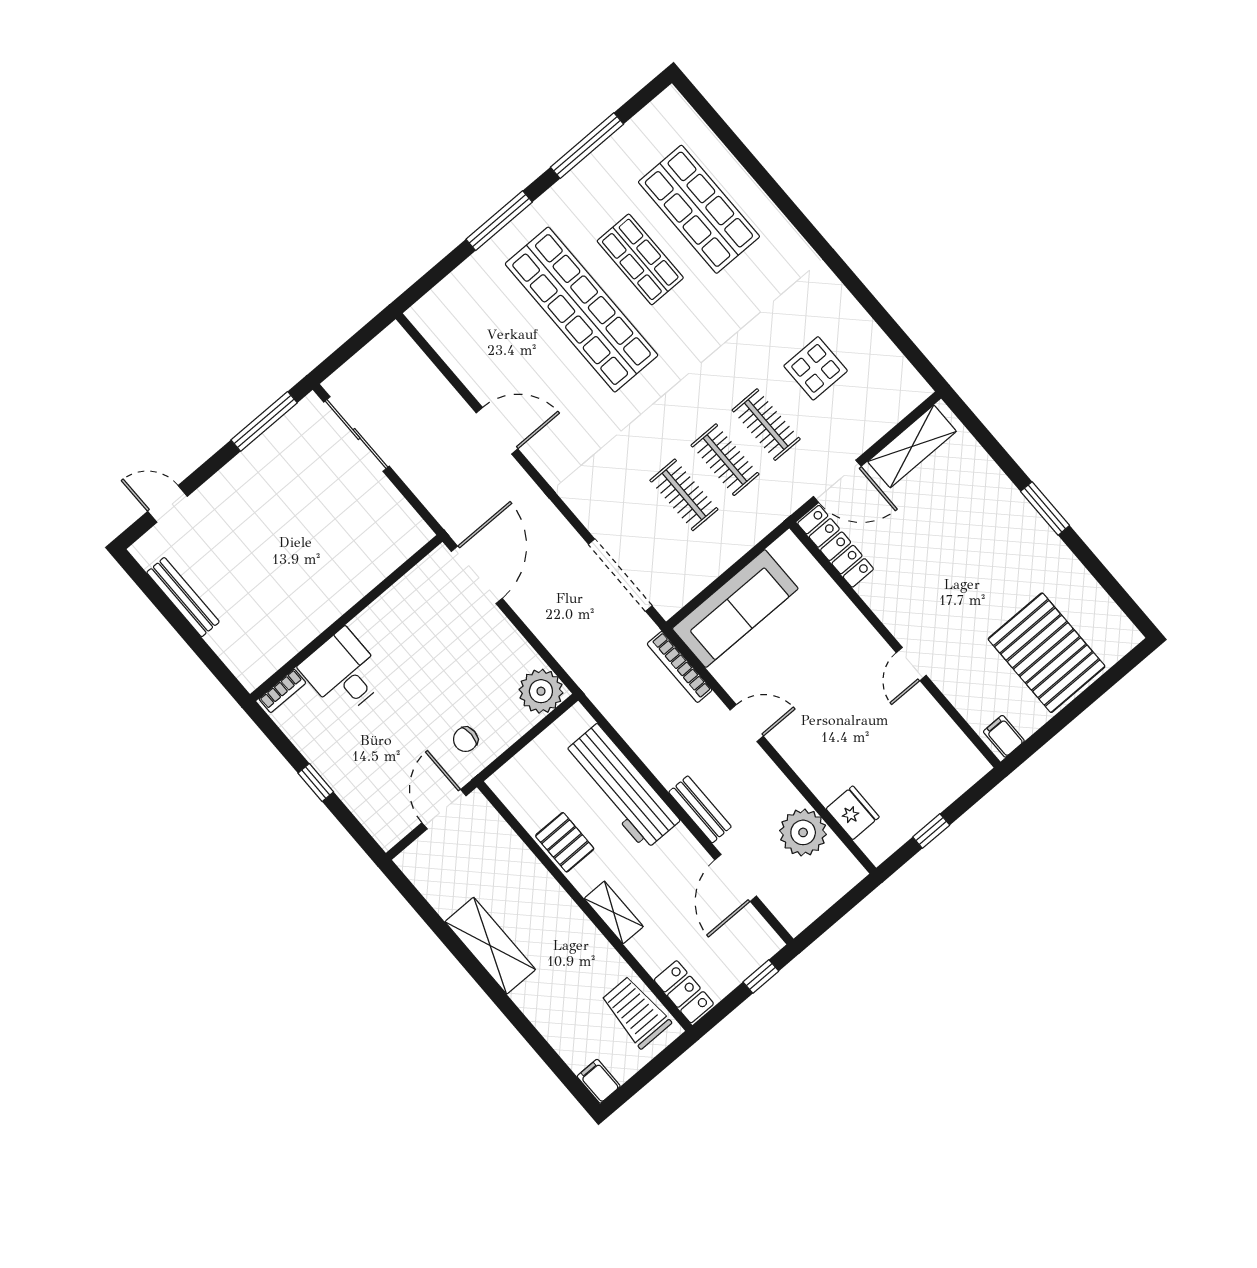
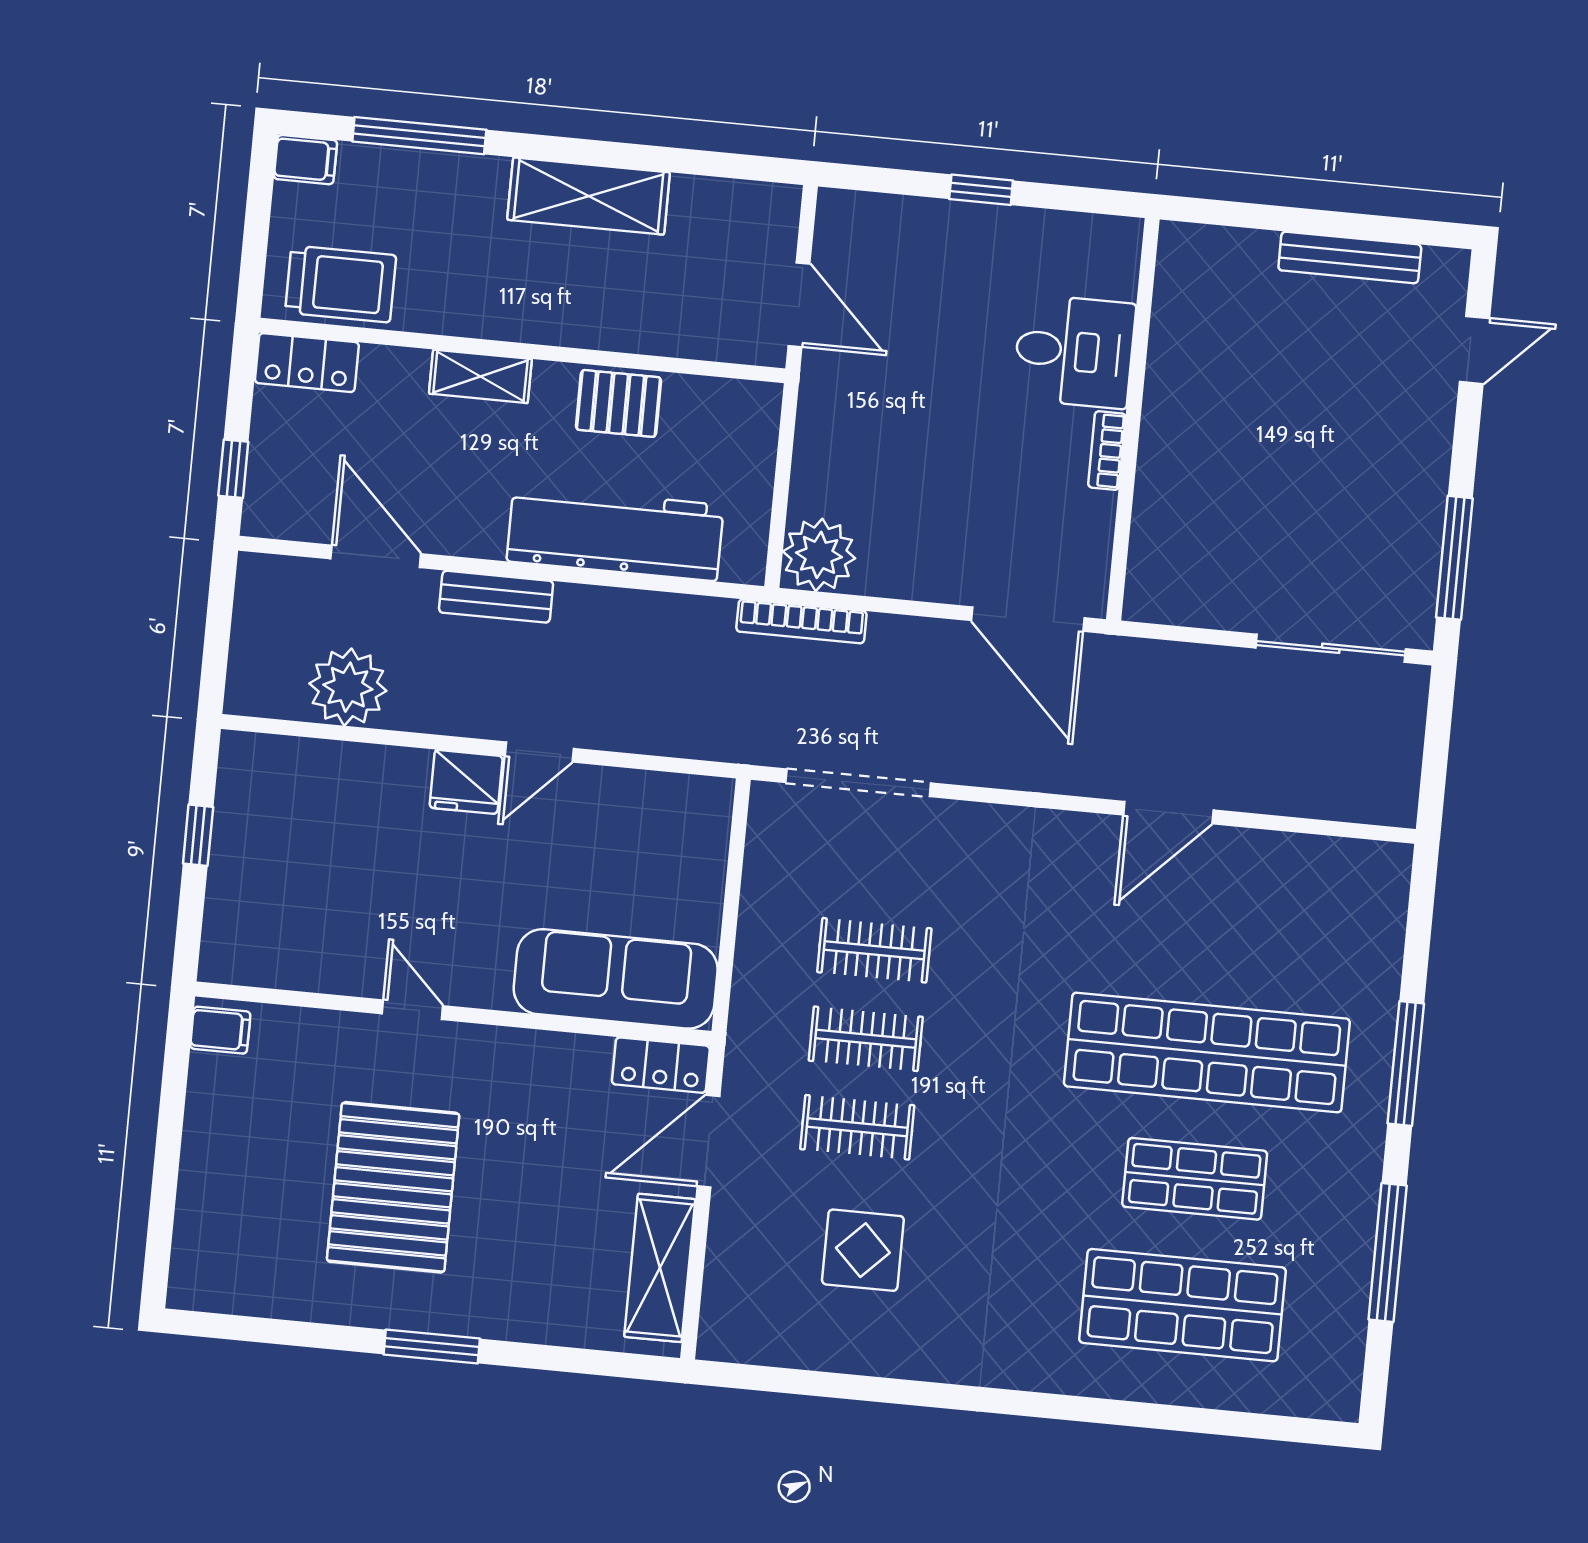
locker: (836, 546) -> (661, 1065), width x0.66
sofa: (735, 609) -> (616, 979), moved, turned 90
pallet: (1047, 653) -> (393, 1187), moved, turned 90
bookcase: (680, 667) -> (801, 621), moved, turned 180
bookcase: (282, 691) -> (1107, 451), moved
chair: (465, 739) -> (853, 412), removed
fridge: (853, 813) -> (466, 782), moved
window: (539, 1044) -> (419, 136), added

